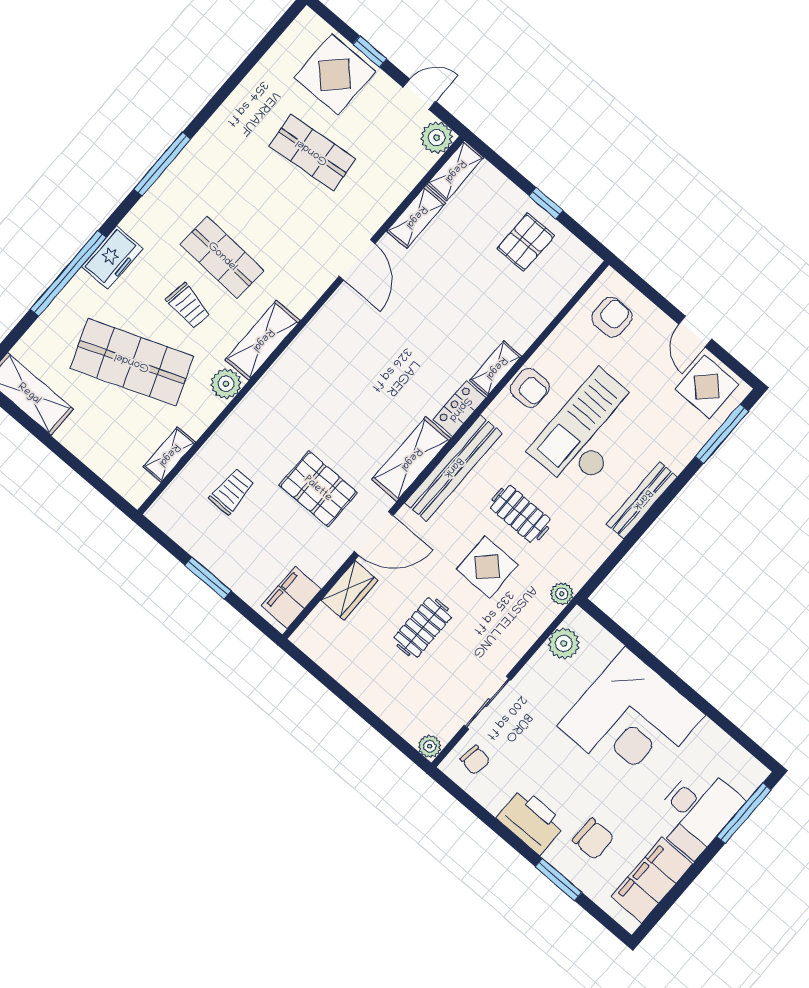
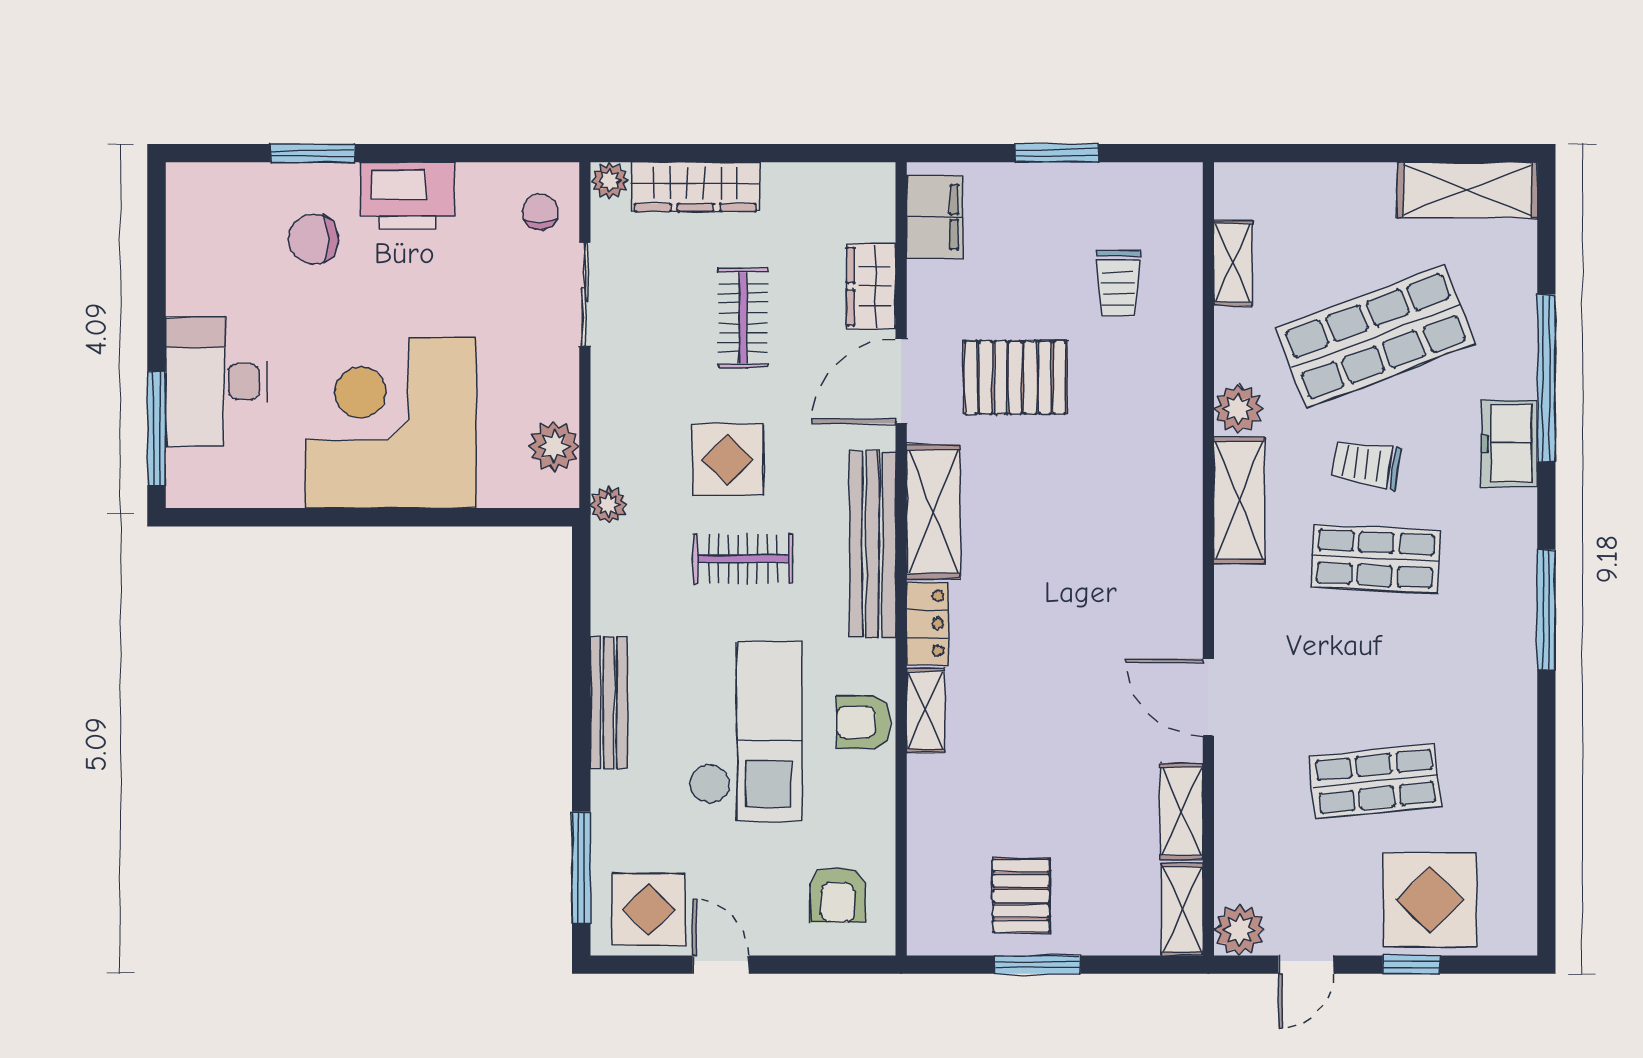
window: (546, 203) -> (1037, 965), width x1.50
wardrobe: (392, 708) -> (695, 187), added
chair: (475, 760) -> (540, 211), turned 82
filing cabinet: (652, 880) -> (198, 250), removed

